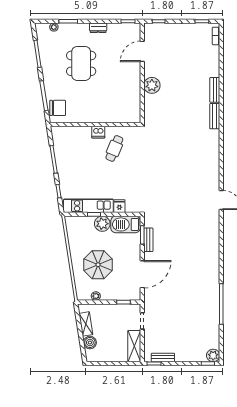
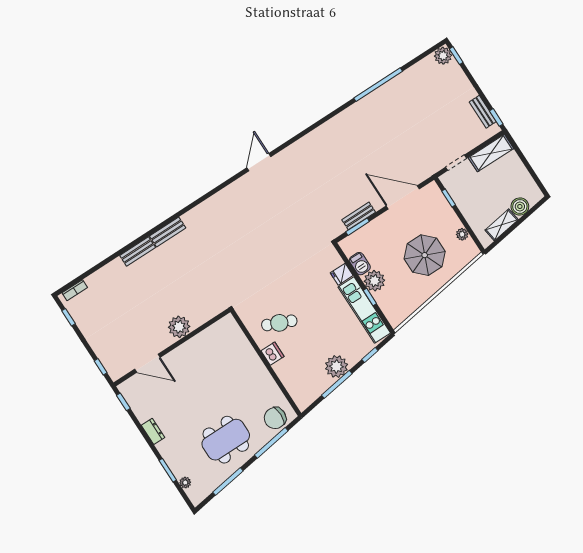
dining table: (81, 63) -> (226, 440), moved
chair: (58, 108) -> (275, 418), turned -90
plant: (65, 166) -> (336, 367), added
barbecue: (125, 224) -> (360, 264), width x0.53, depth x0.65

